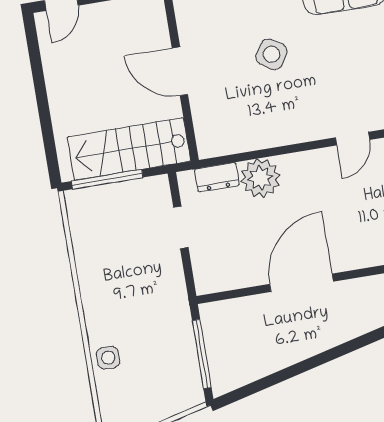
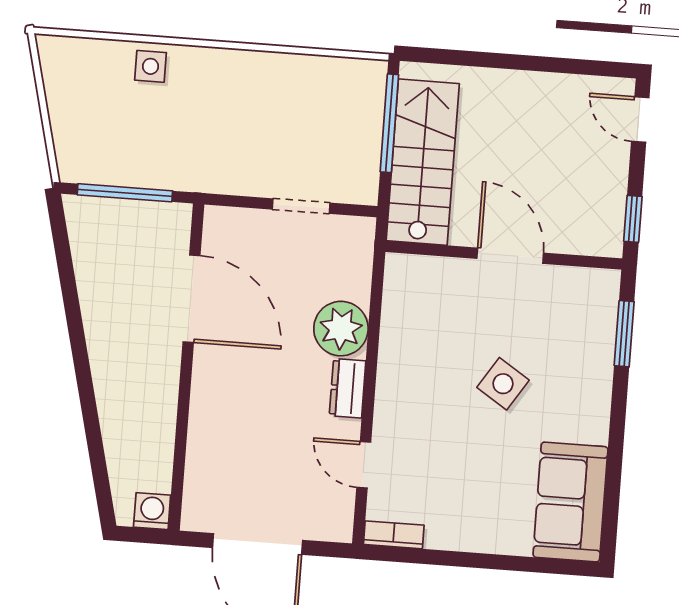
door: (180, 71) -> (510, 256), hinge flipped
dresser: (217, 177) -> (348, 388), moved
door: (302, 283) -> (191, 299), moved

